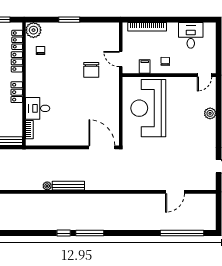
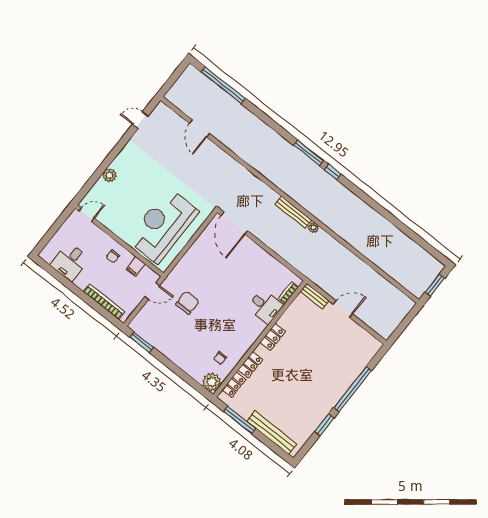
window: (69, 20) -> (142, 342), moved
door: (121, 59) -> (152, 291), hinge flipped
reception desk: (148, 108) -> (163, 226), turned 180
door: (175, 192) -> (199, 128), swing flipped

